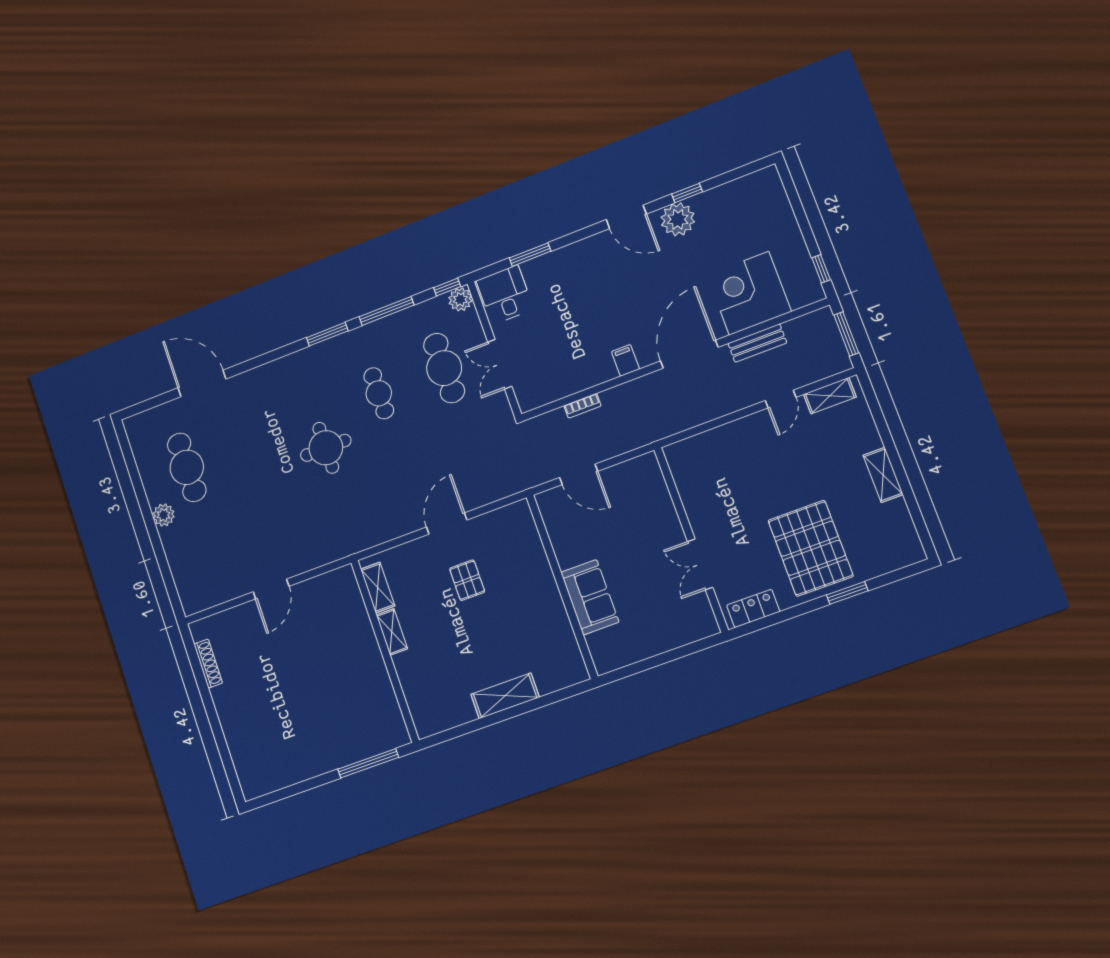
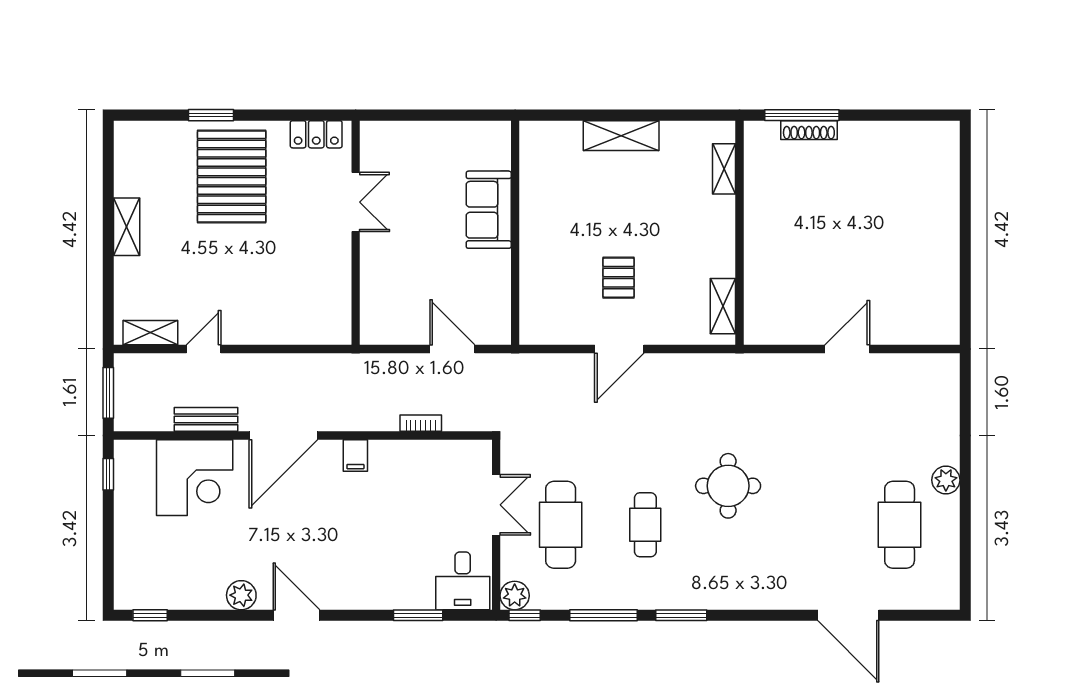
window: (687, 193) -> (150, 615), moved
plant: (678, 219) -> (241, 595), width x0.73, depth x0.73
shelving: (392, 632) -> (724, 169), moved
shoe rack: (208, 664) -> (809, 130), moved, turned -90

